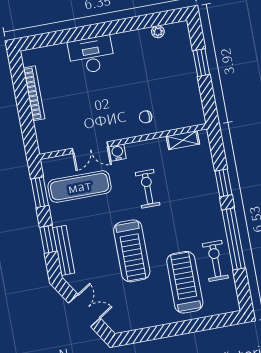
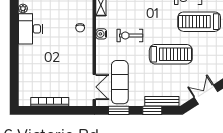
desk: (91, 55) -> (30, 29), moved
double door: (90, 148) -> (94, 87), moved
water cooler: (117, 153) -> (101, 34), moved

